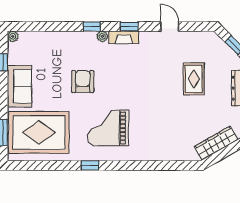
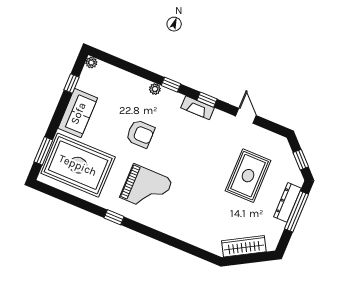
plant: (102, 36) -> (155, 89), moved
rug: (194, 79) -> (248, 176), width x1.36, depth x1.43
armchair: (83, 82) -> (140, 134), turned 90
grand piano: (108, 128) -> (146, 189), turned 180

